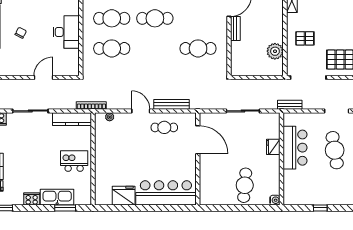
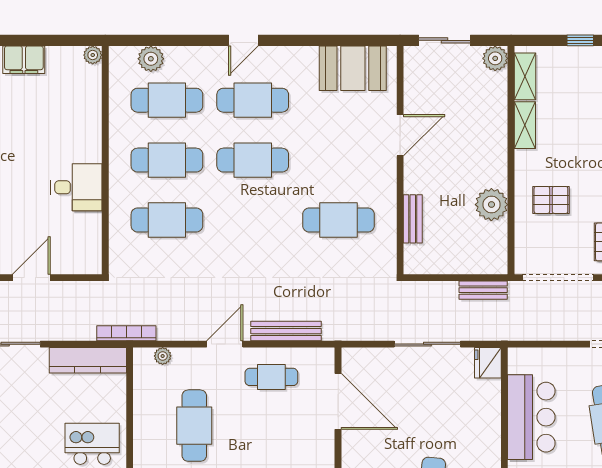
bench: (235, 29) -> (413, 219), moved
desk: (66, 32) -> (76, 187), width x0.73
plant: (275, 51) -> (491, 205), moved
bench: (290, 105) -> (483, 290), moved
door: (141, 111) -> (225, 344), hinge flipped
fridge: (273, 147) -> (488, 363), moved
cafe table: (125, 152) -> (194, 426), added

